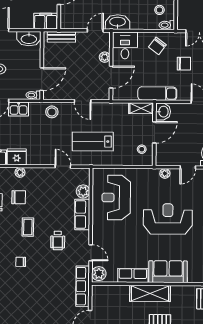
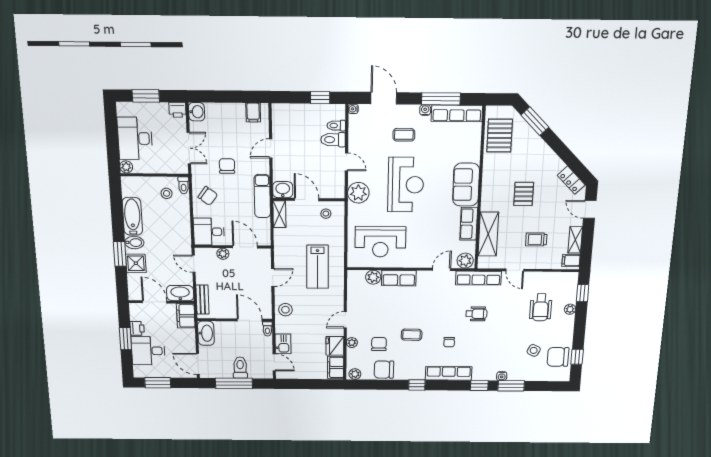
washbasin: (118, 22) -> (180, 293), moved, turned 90
door: (63, 166) -> (345, 320), moved
plant: (165, 173) -> (358, 193), width x1.87, depth x1.87
reception desk: (168, 219) -> (406, 185), turned 180
wheelchair: (58, 240) -> (476, 314), moved
shelving: (150, 293) -> (488, 234), moved

